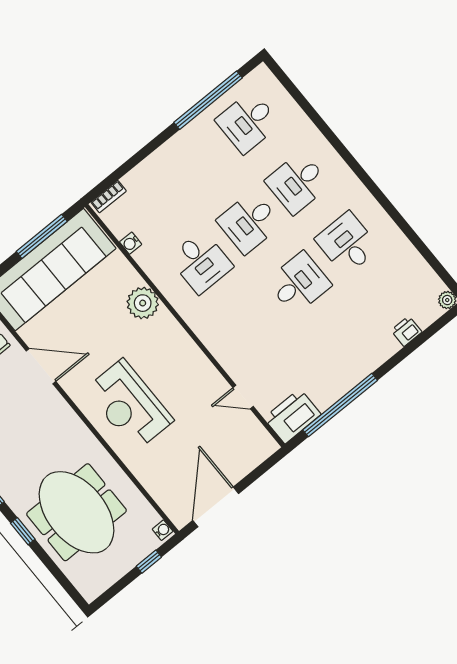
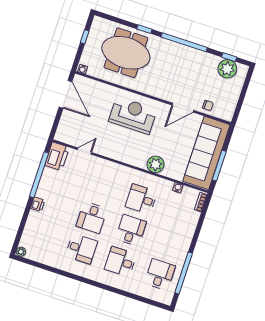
desk: (298, 183) -> (121, 262), turned -90
printer: (406, 331) -> (38, 204), moved
window: (149, 562) -> (85, 37), moved

